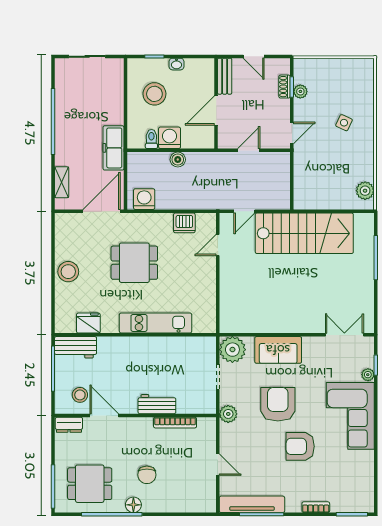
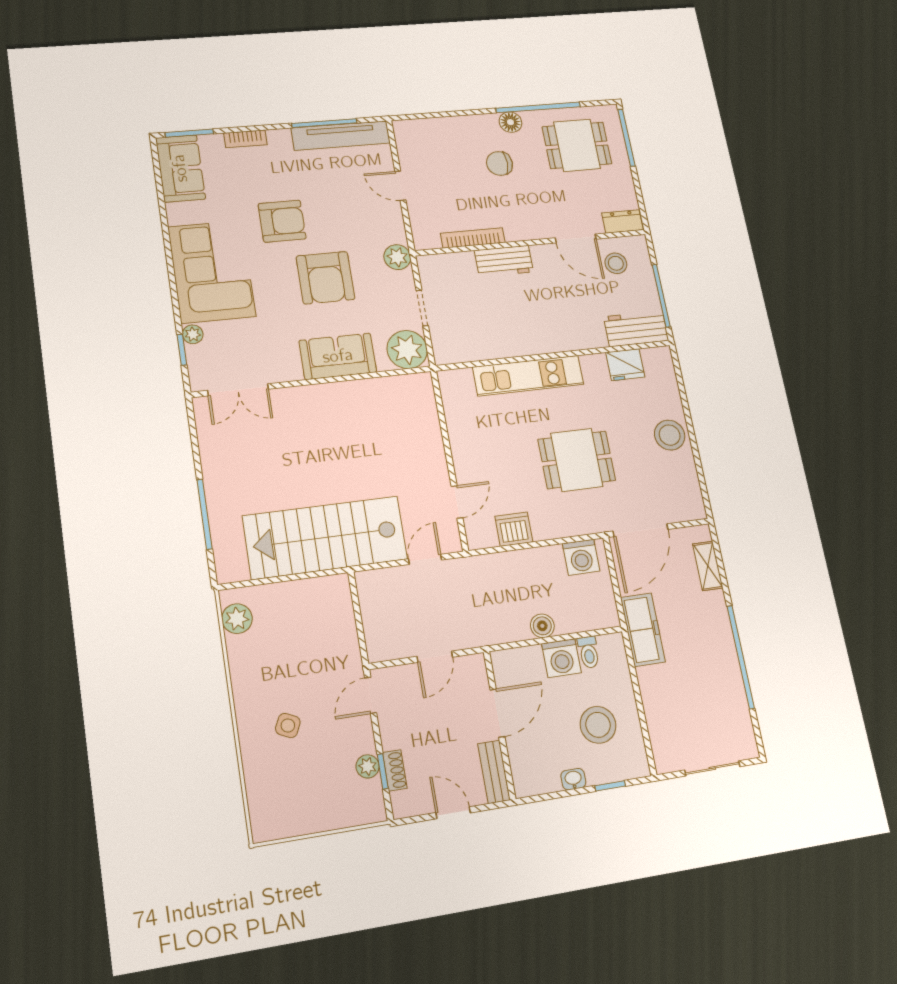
chair: (147, 475) -> (499, 163), turned -90
sofa: (361, 490) -> (180, 168), added

